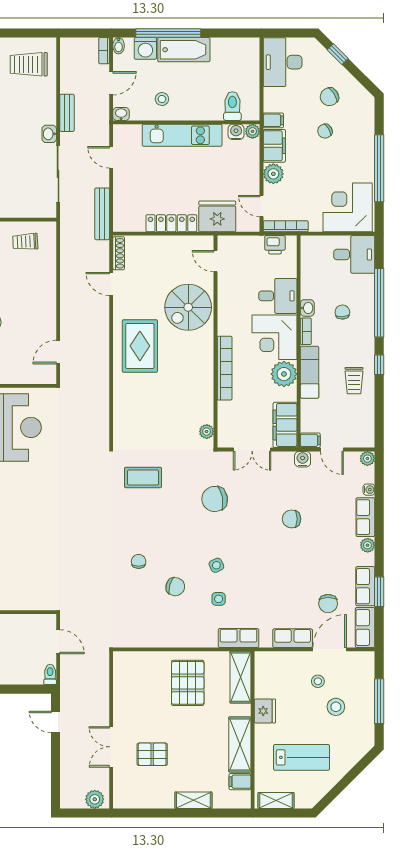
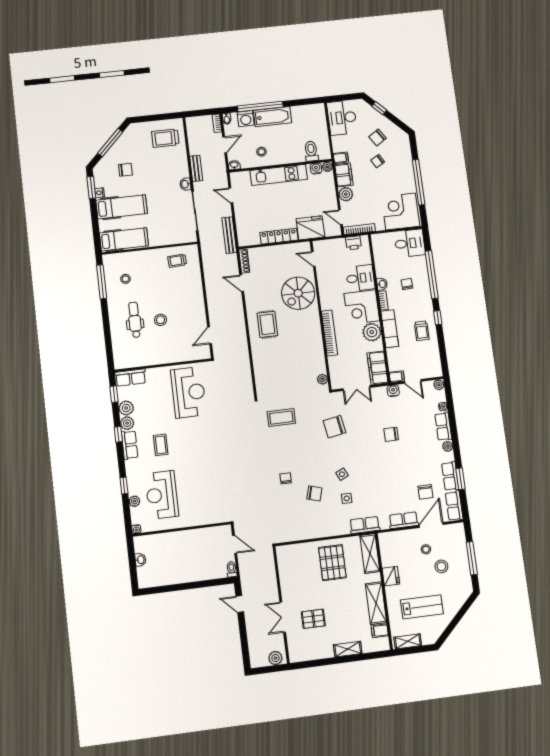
rug: (140, 346) -> (267, 324), width x0.73, depth x0.70

